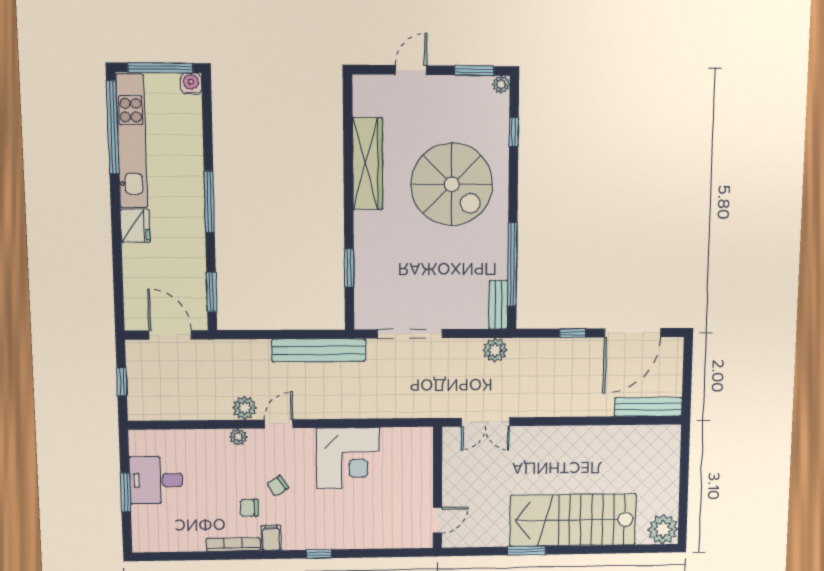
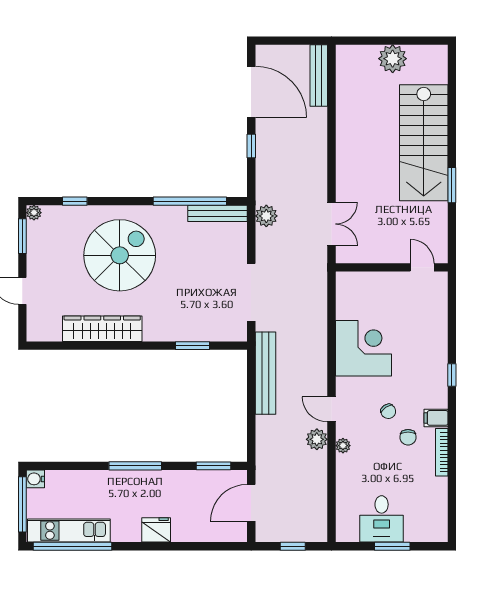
kitchen unit: (132, 141) -> (69, 531), width x0.73
bench: (498, 305) -> (218, 213), width x1.36
plant: (663, 529) -> (393, 59), moved

